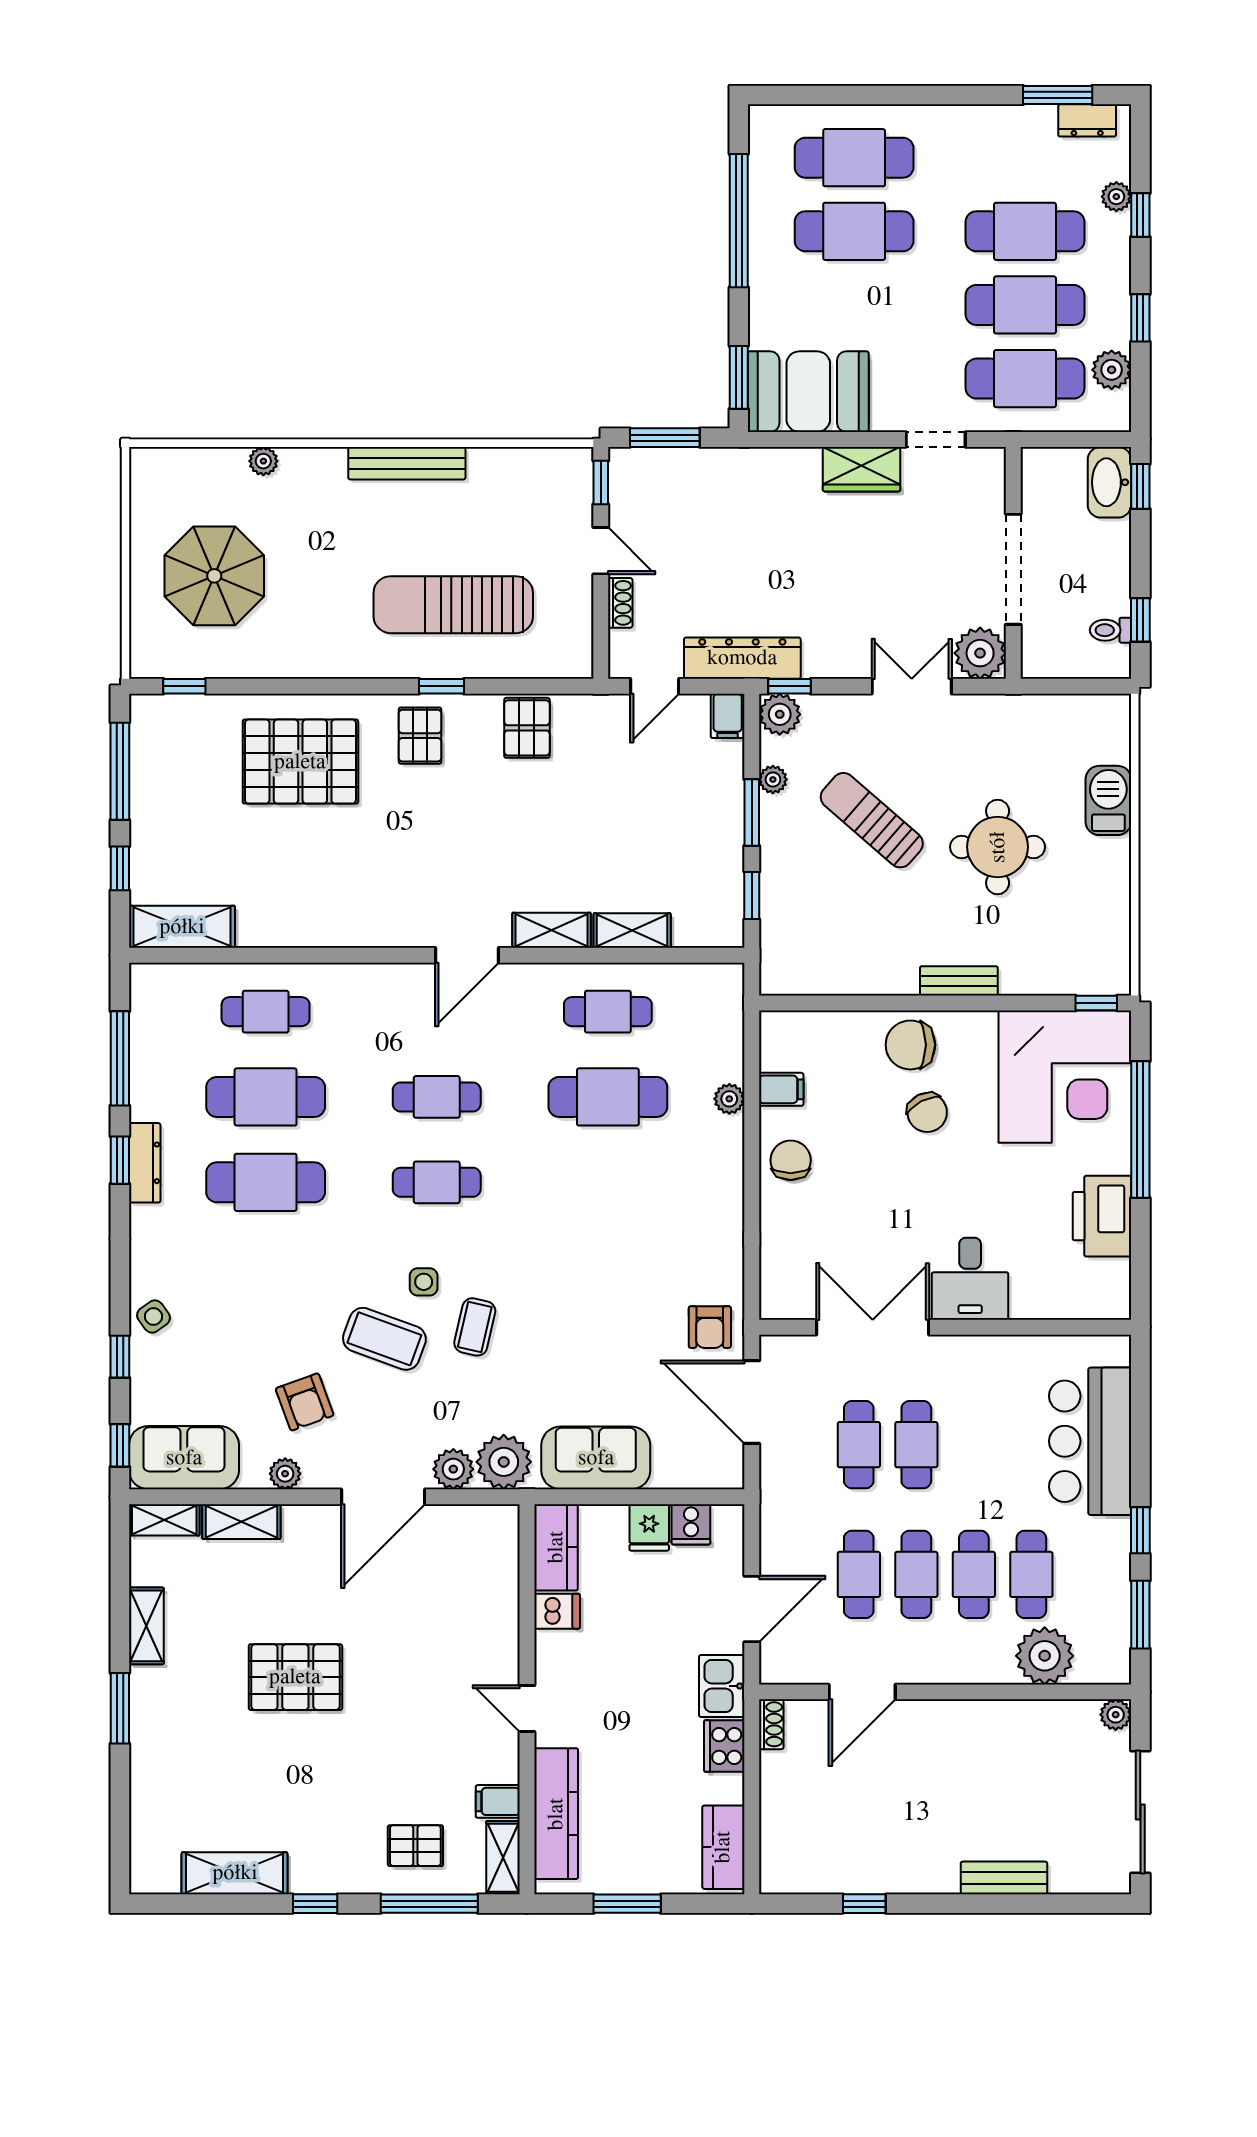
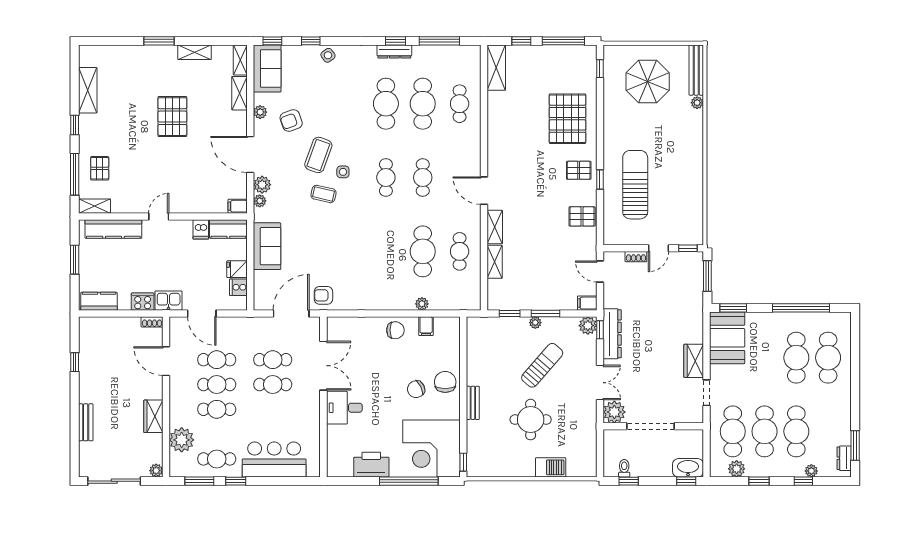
bench: (407, 463) -> (696, 70), moved
dresser: (742, 658) -> (612, 334), moved
plant: (773, 780) -> (535, 323), moved
plant: (504, 1462) -> (260, 201), width x0.53, depth x0.53
cafe table: (1031, 1574) -> (217, 459), moved
wardrobe: (990, 1721) -> (153, 416), added
filing cabinet: (498, 1801) -> (238, 206), moved, turned -90

